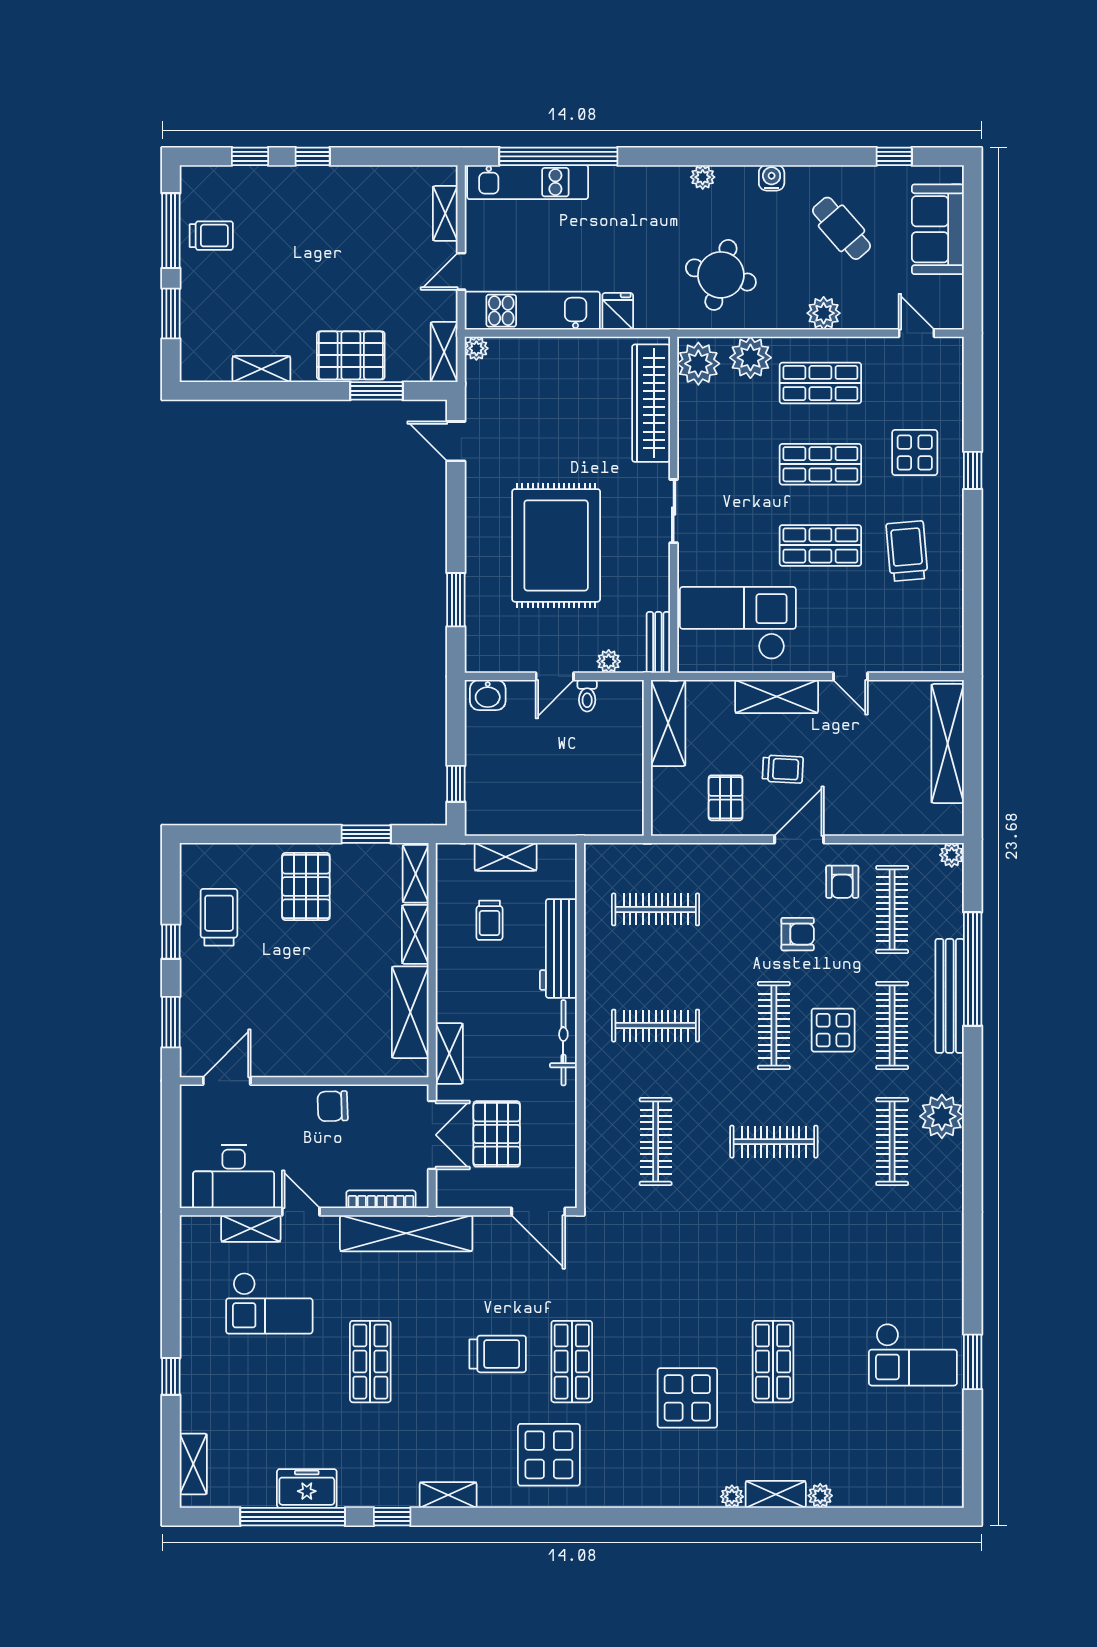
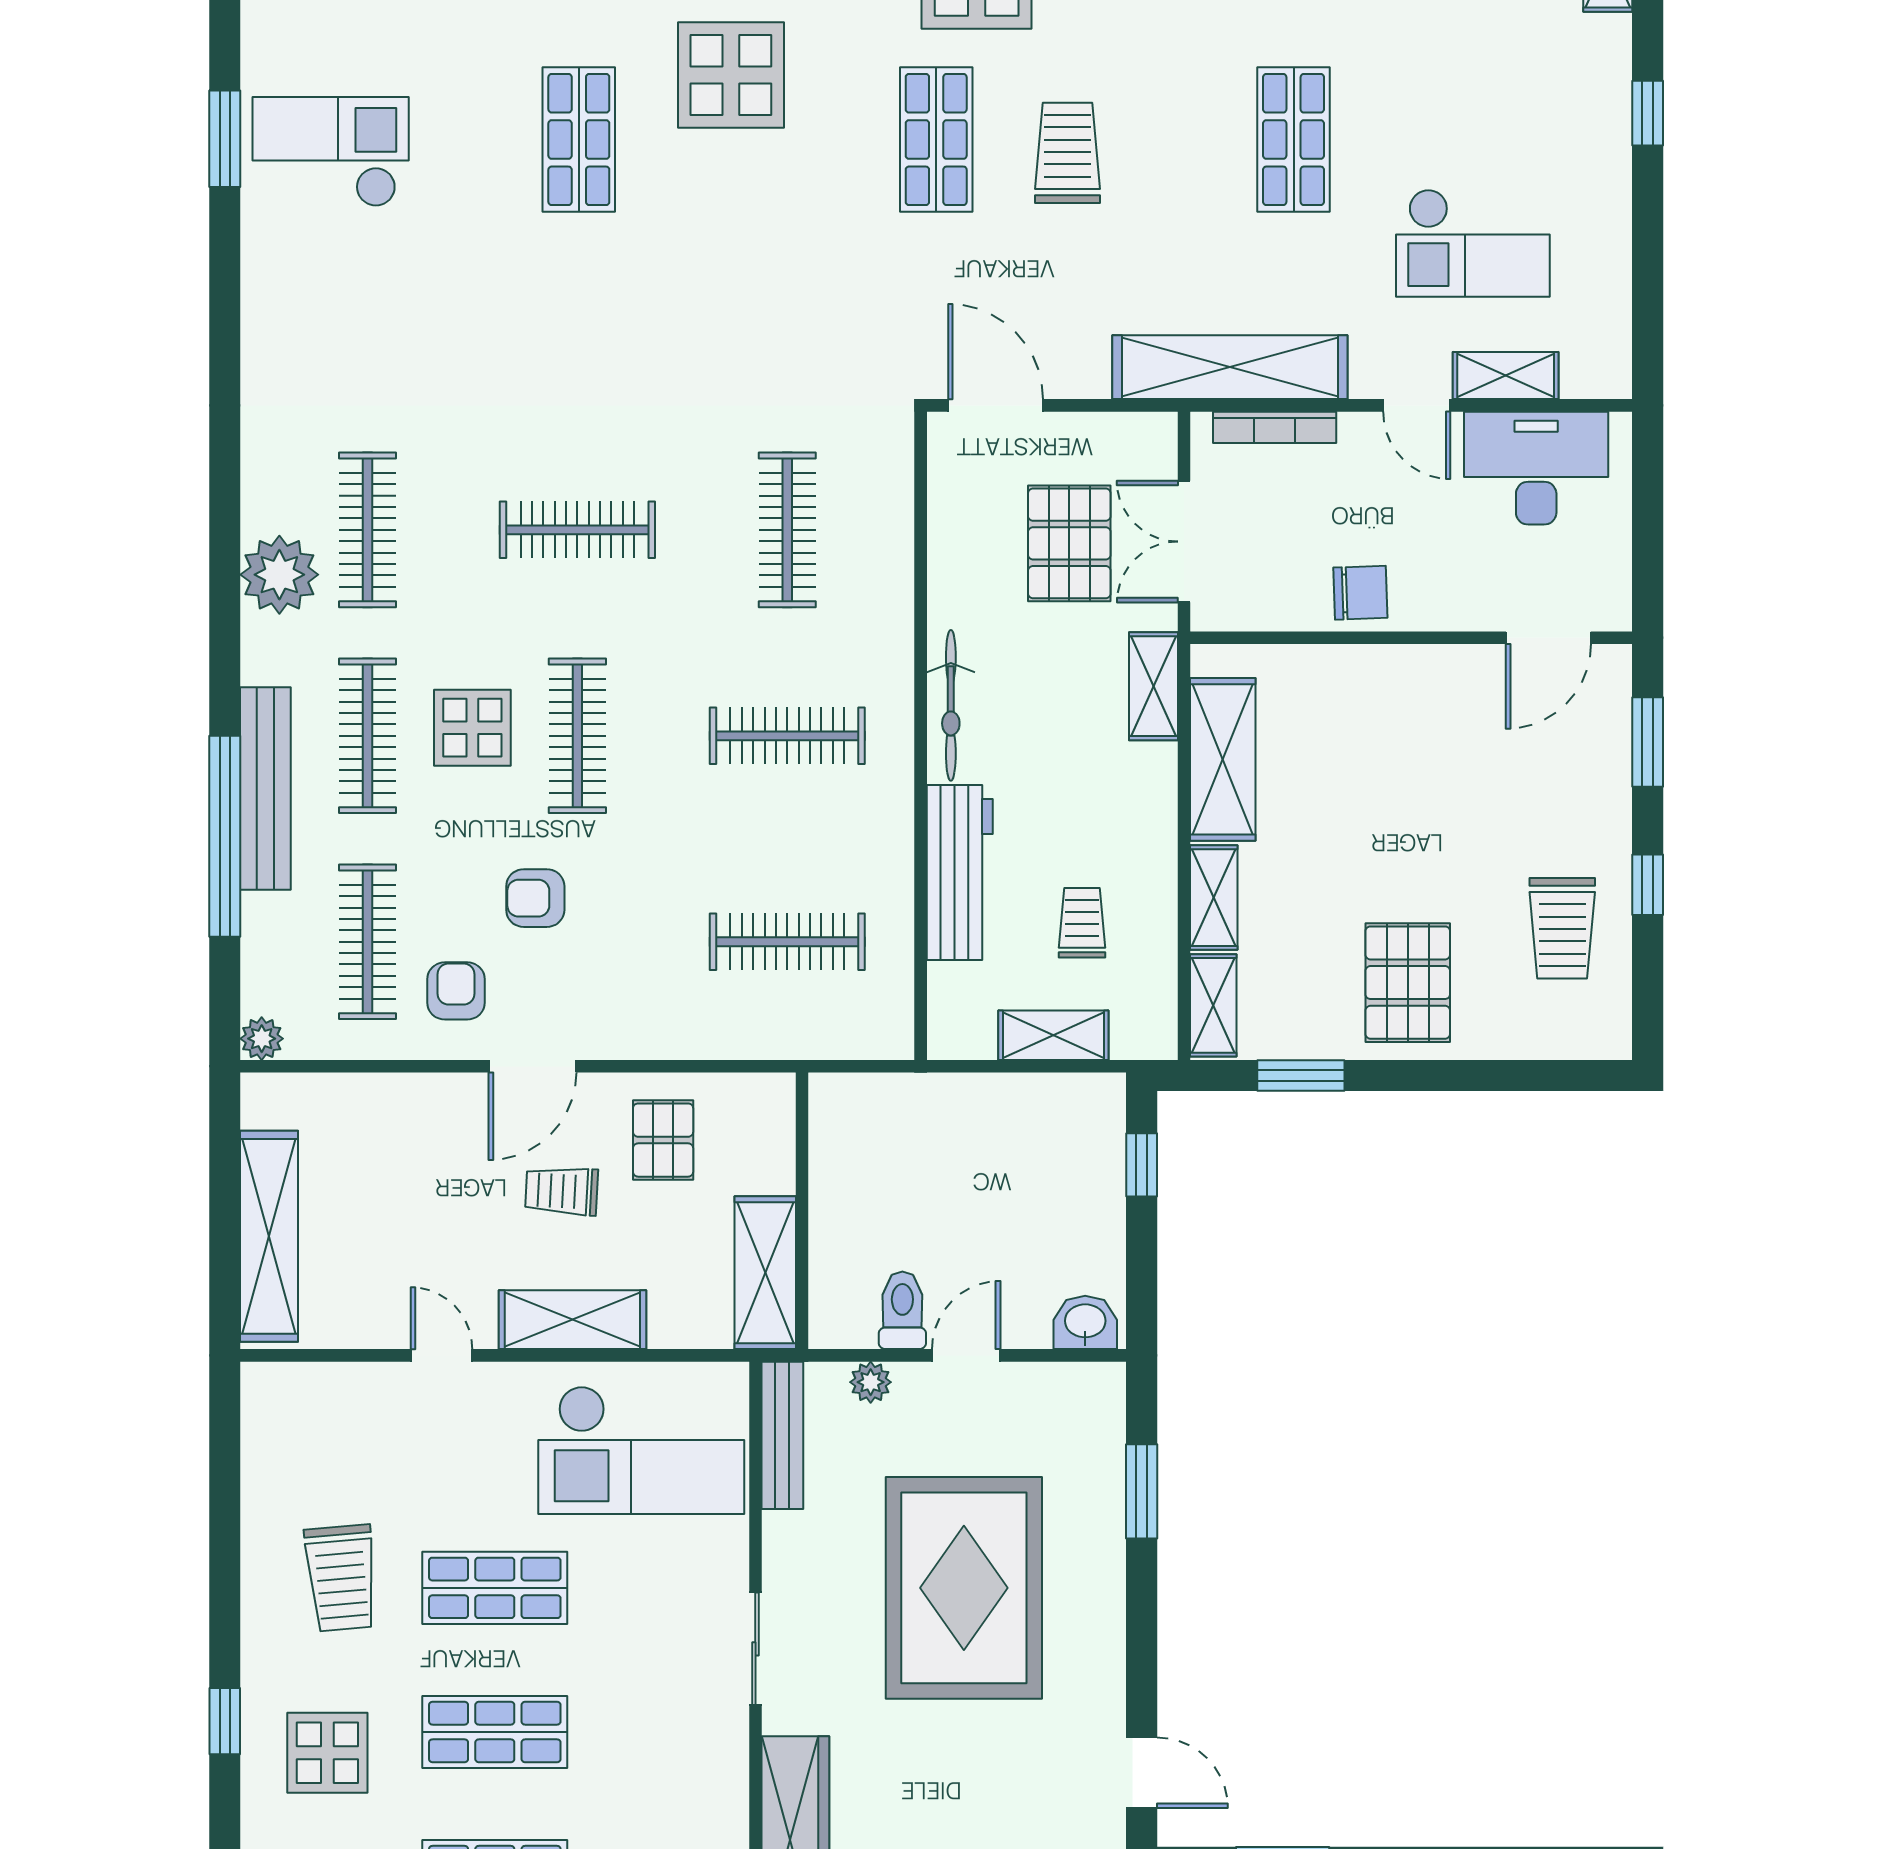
bench: (658, 642) -> (782, 1435), width x1.36
toilet: (587, 696) -> (902, 1310), width x1.37, depth x1.39
checkout: (269, 1303) -> (1473, 243), turned 180
trolley: (498, 1354) -> (1067, 153), turned 90

